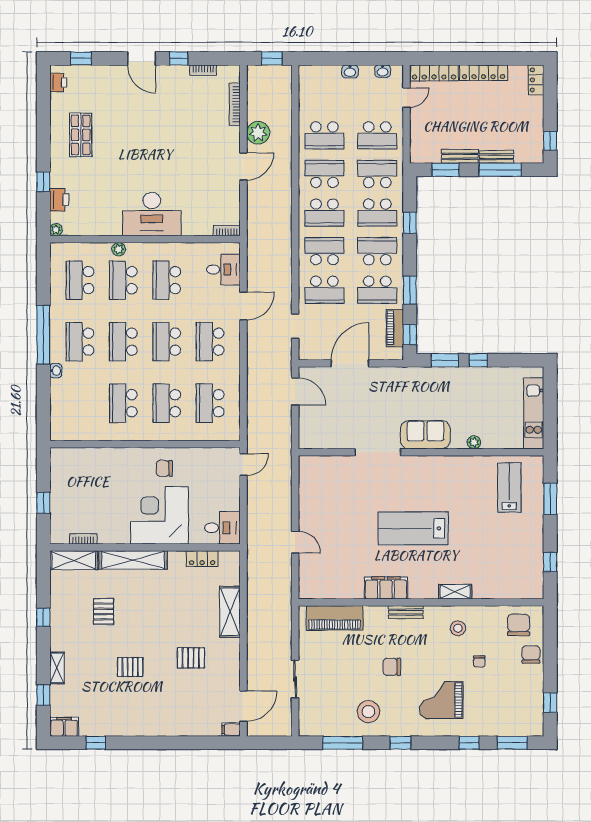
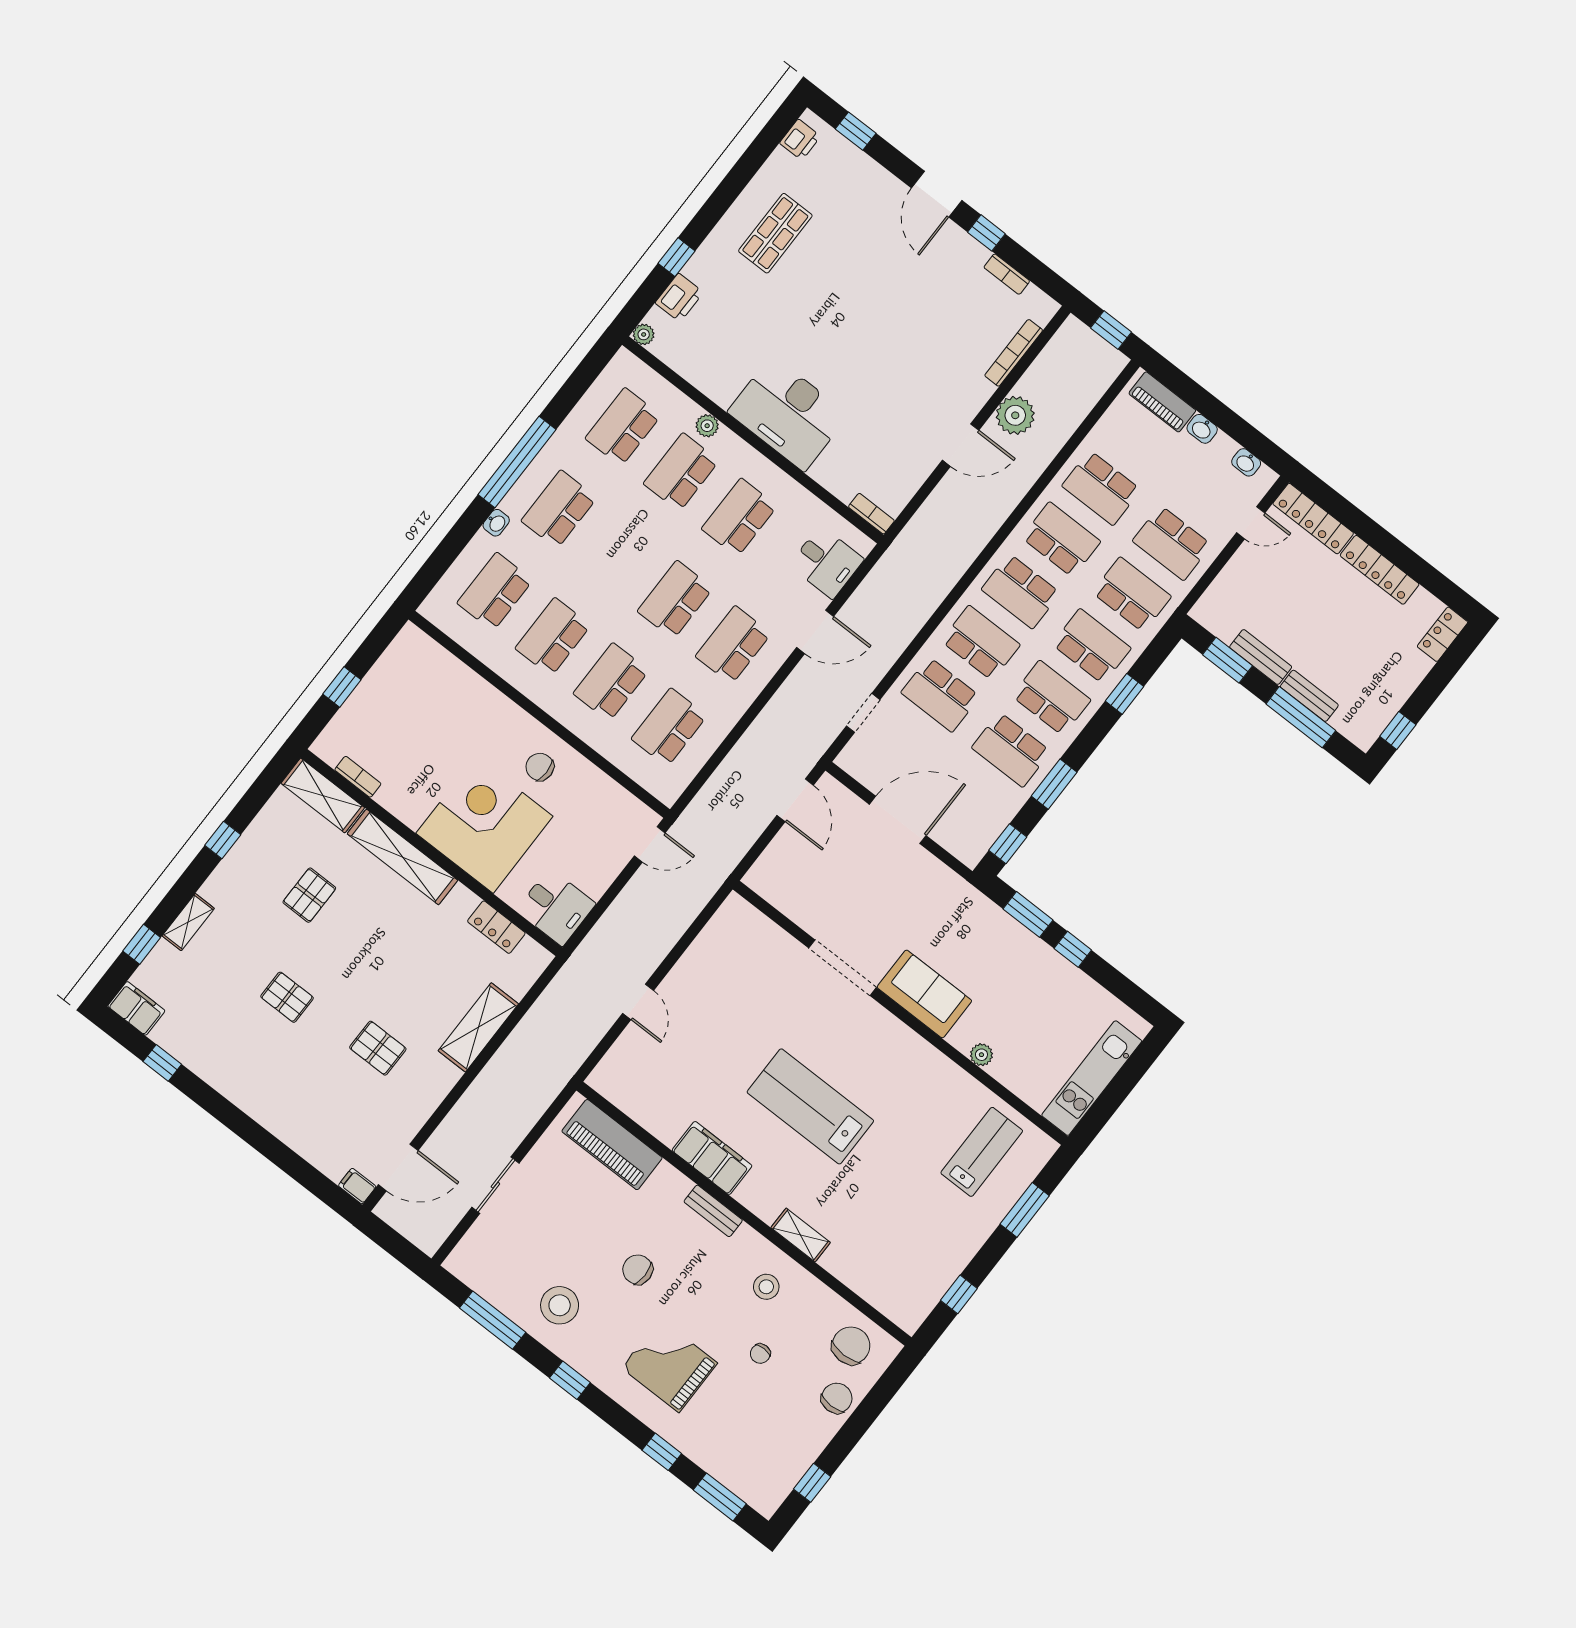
school desk: (377, 213) -> (1092, 646), turned 180
piano: (395, 328) -> (1162, 402), moved, turned -90
school desk: (123, 342) -> (495, 592), moved

